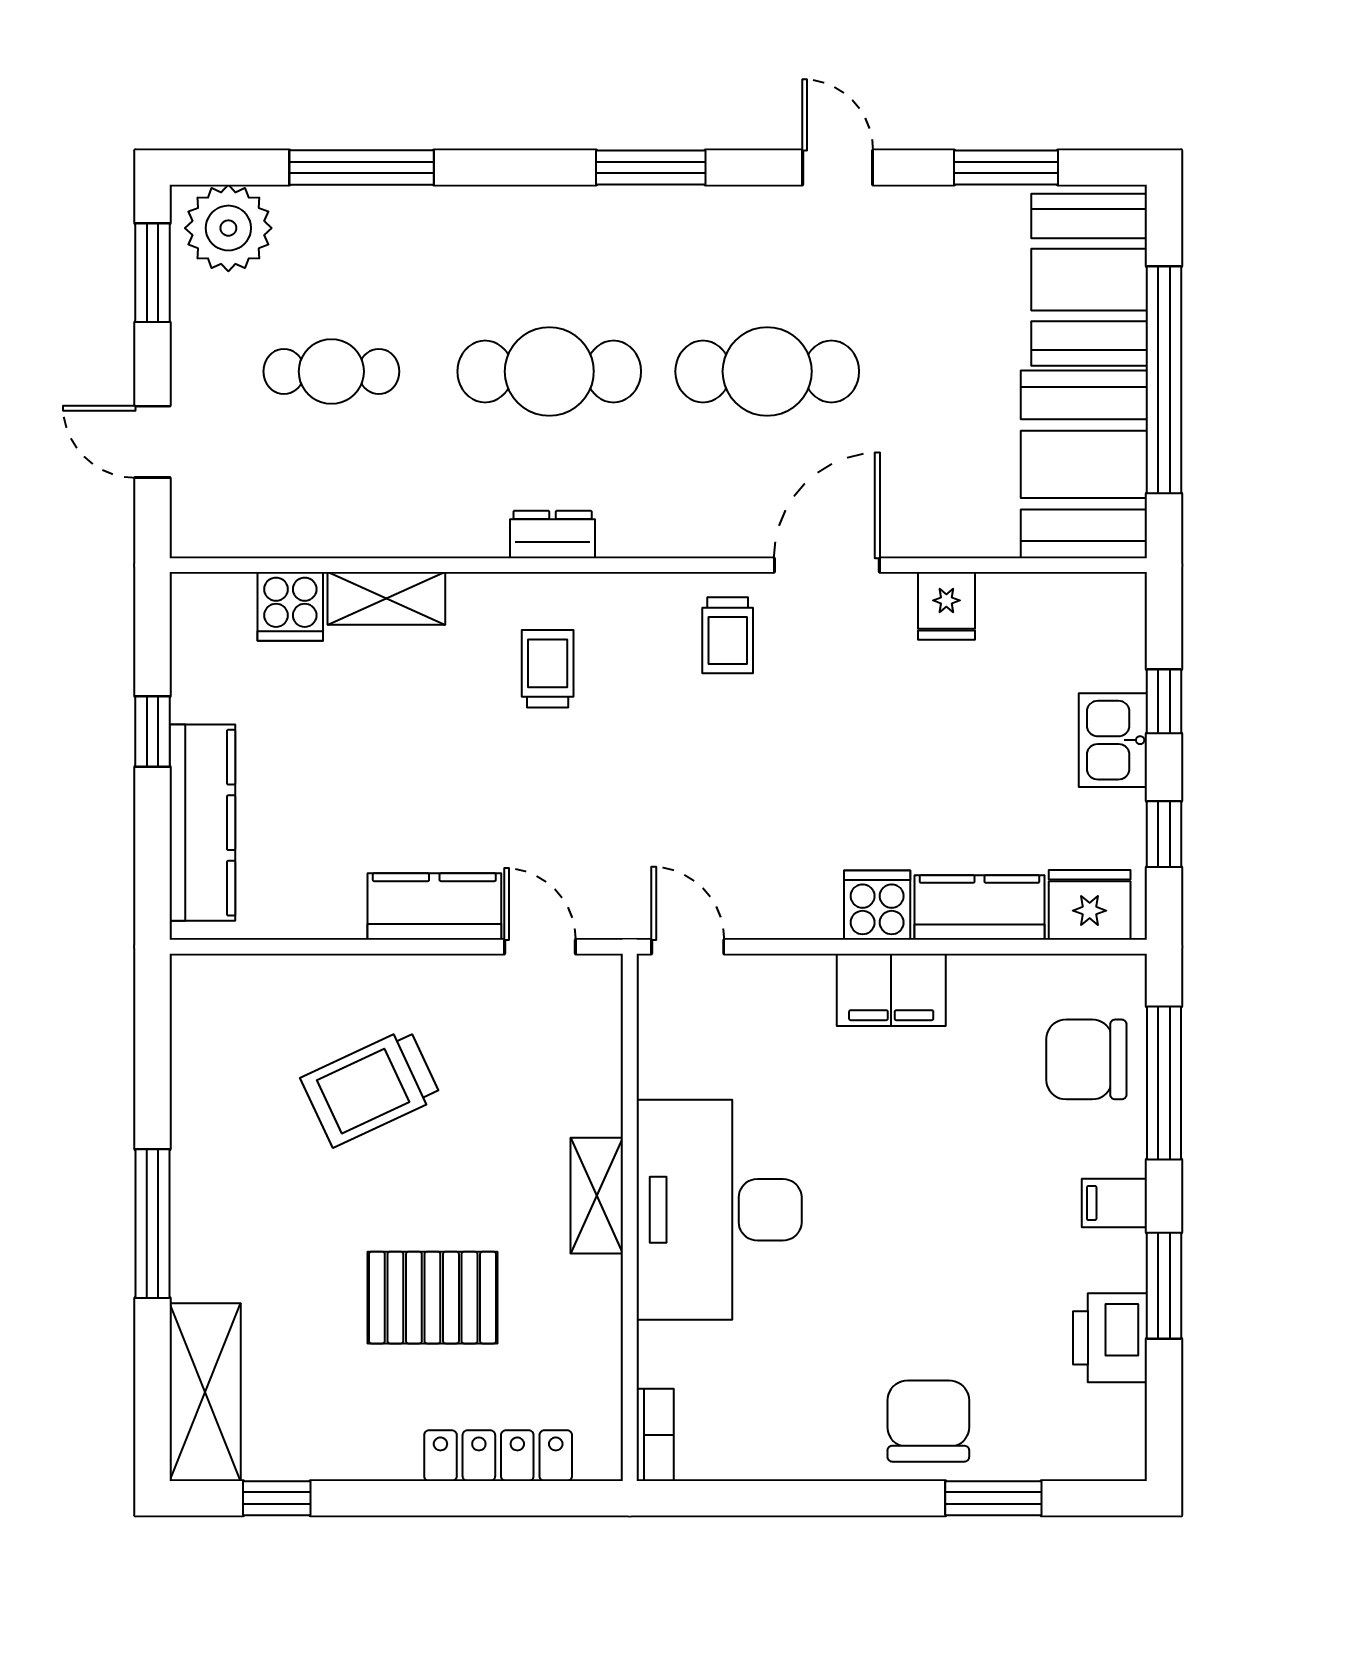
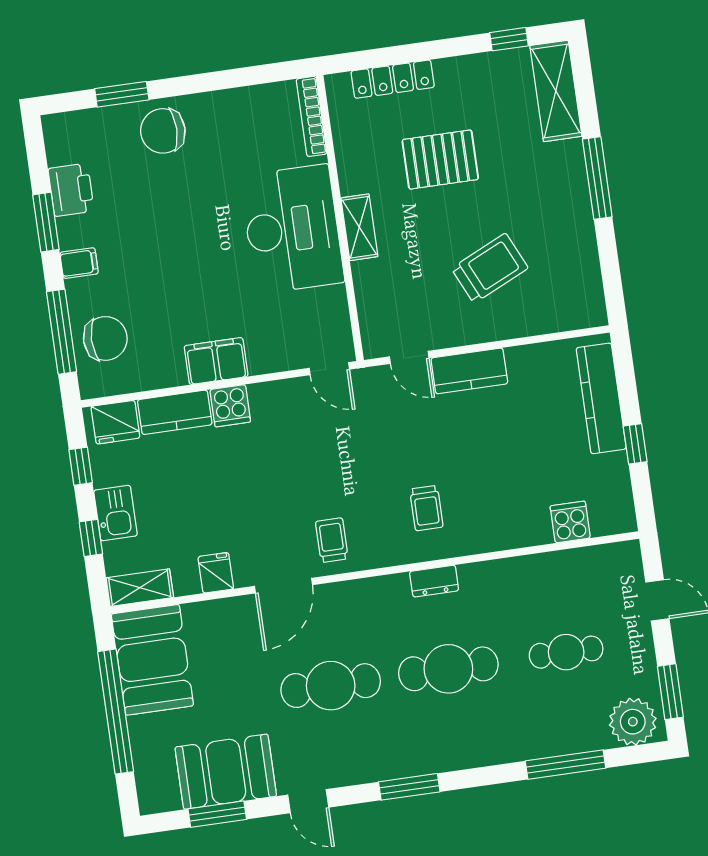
booth: (1089, 280) -> (226, 772), moved, turned 90
shelving: (386, 598) -> (140, 588), moved
chair: (928, 1421) -> (163, 131), turned 90
bookcase: (655, 1435) -> (311, 116), width x1.56

